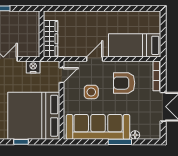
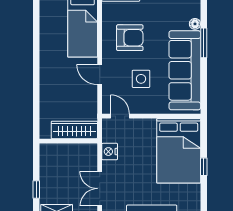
armchair: (124, 83) -> (130, 38), turned -90
bed: (34, 116) -> (179, 151), width x0.73

